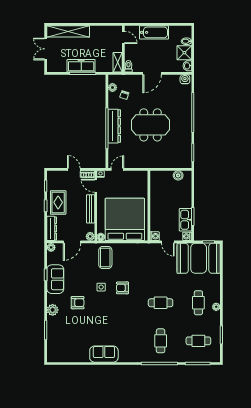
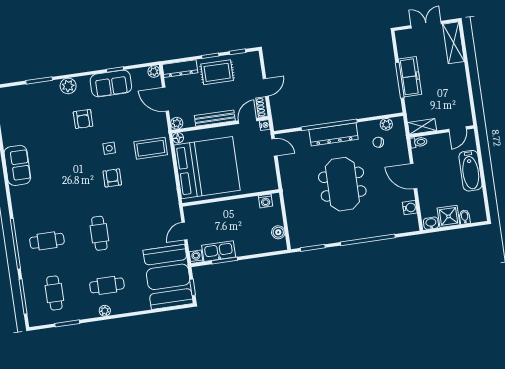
shelving: (68, 31) -> (453, 43), width x0.68
water cooler: (185, 79) -> (410, 208), moved
washing machine: (155, 236) -> (265, 201), moved

